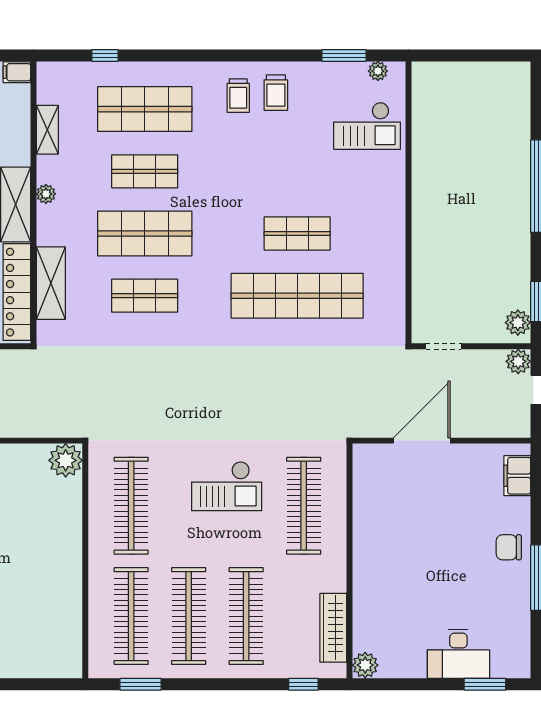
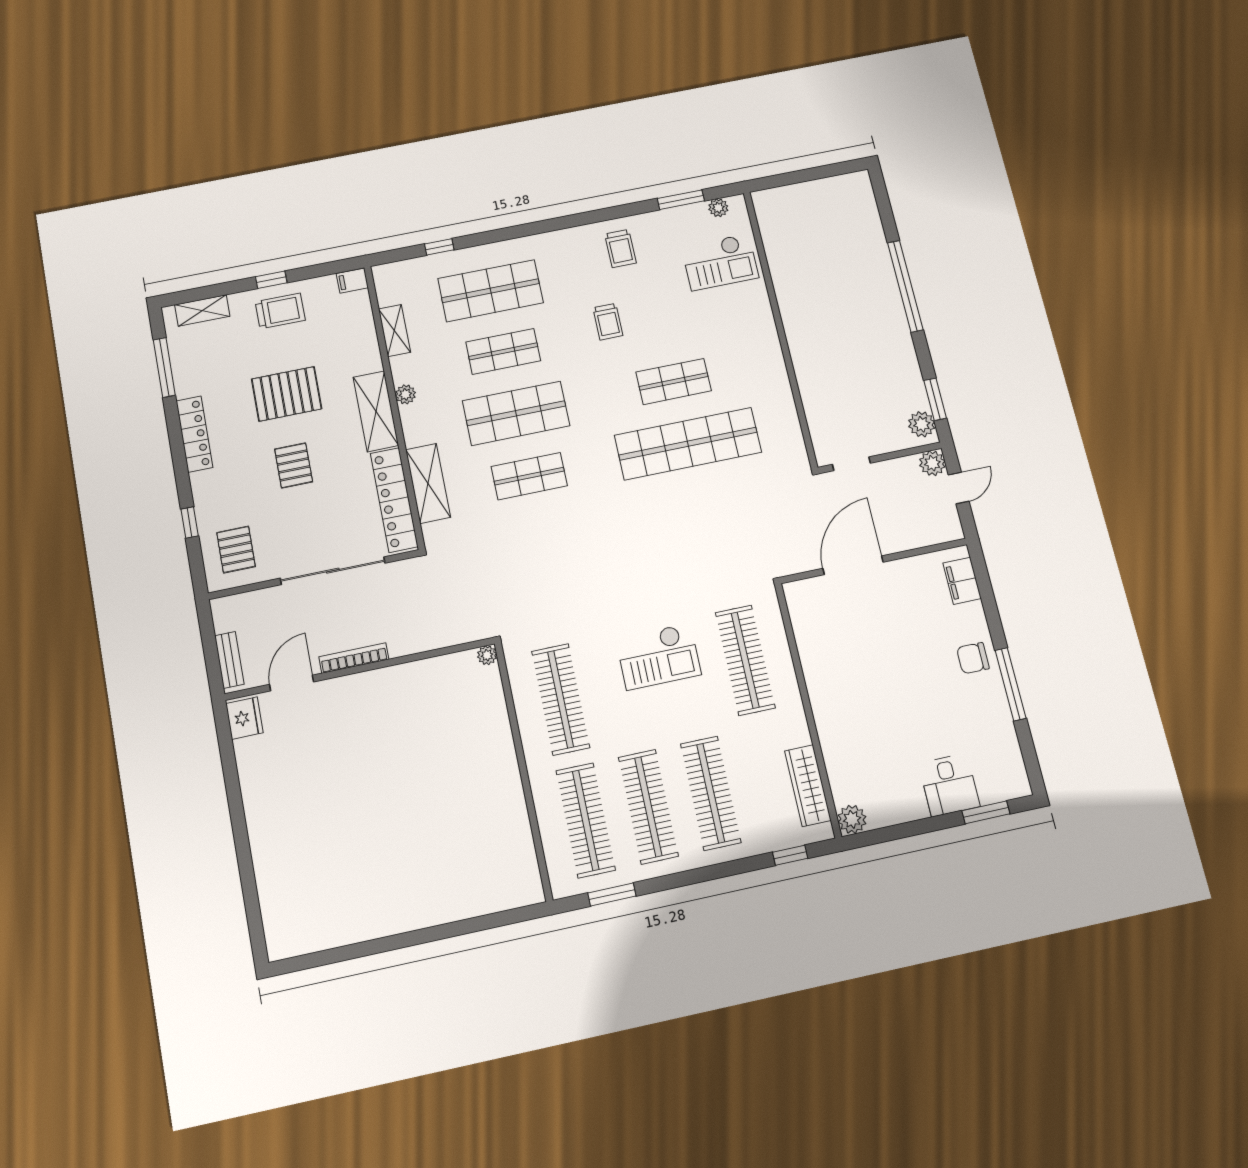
trolley: (238, 96) -> (608, 322), moved
plant: (66, 460) -> (487, 655), width x0.53, depth x0.53
desk: (458, 654) -> (949, 785), width x0.73

